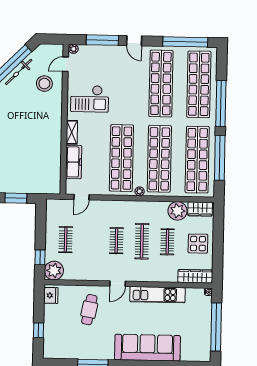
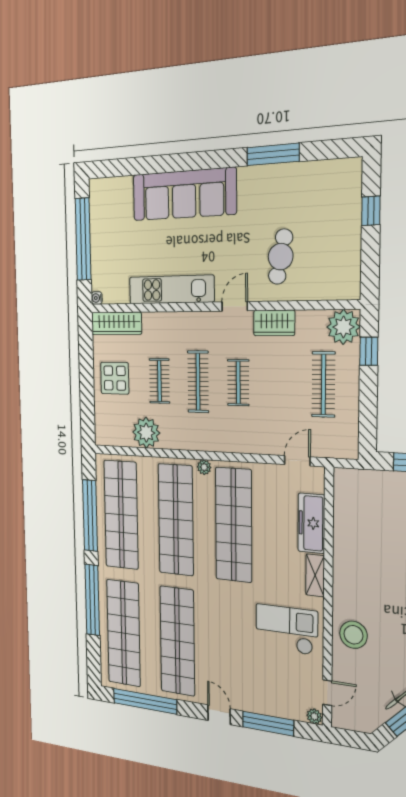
stool: (44, 84) -> (353, 635), moved
wardrobe: (200, 209) -> (274, 323), moved, turned 180
clothes rail: (66, 240) -> (323, 384), width x1.36
fridge: (51, 295) -> (349, 280), removed

